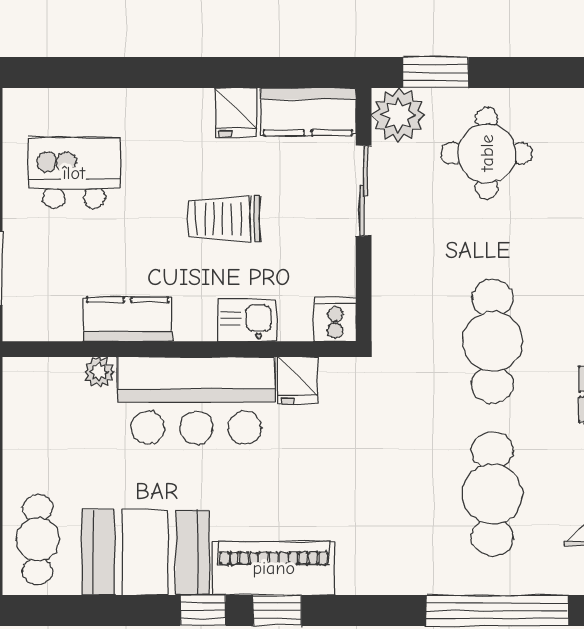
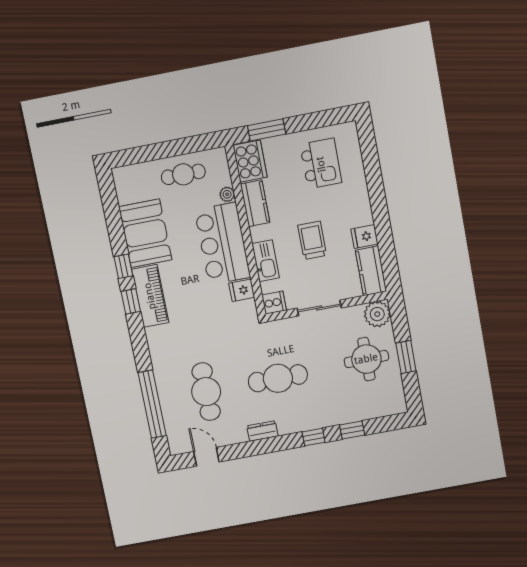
window: (435, 72) -> (406, 357), moved
sliding door: (364, 191) -> (319, 308), moved
cooker: (42, 313) -> (250, 161), added
kitchen sink: (247, 320) -> (266, 261), width x1.38
cafe table: (492, 494) -> (206, 392), turned 90
cafe table: (38, 539) -> (183, 174), moved

